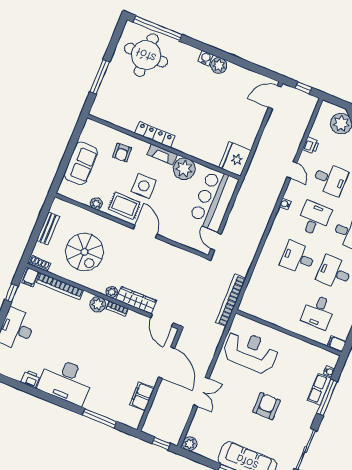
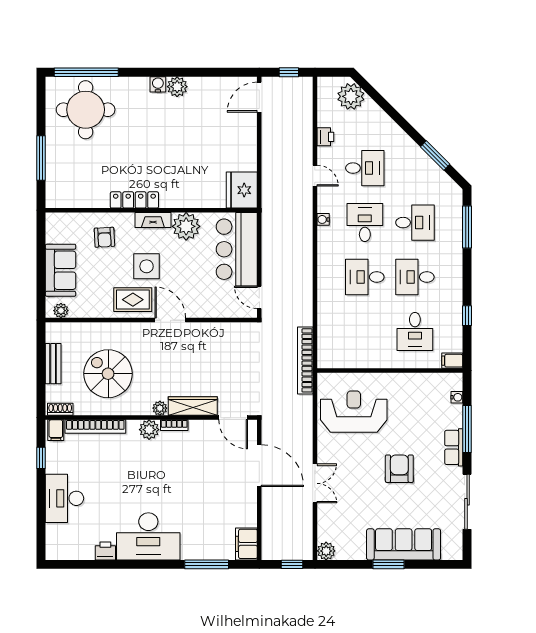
plant: (96, 204) -> (61, 311), moved
spiral stairs: (85, 252) -> (108, 374), turned 180
row of seats: (319, 389) -> (454, 447), moved
filing cabinet: (142, 396) -> (246, 544), moved

